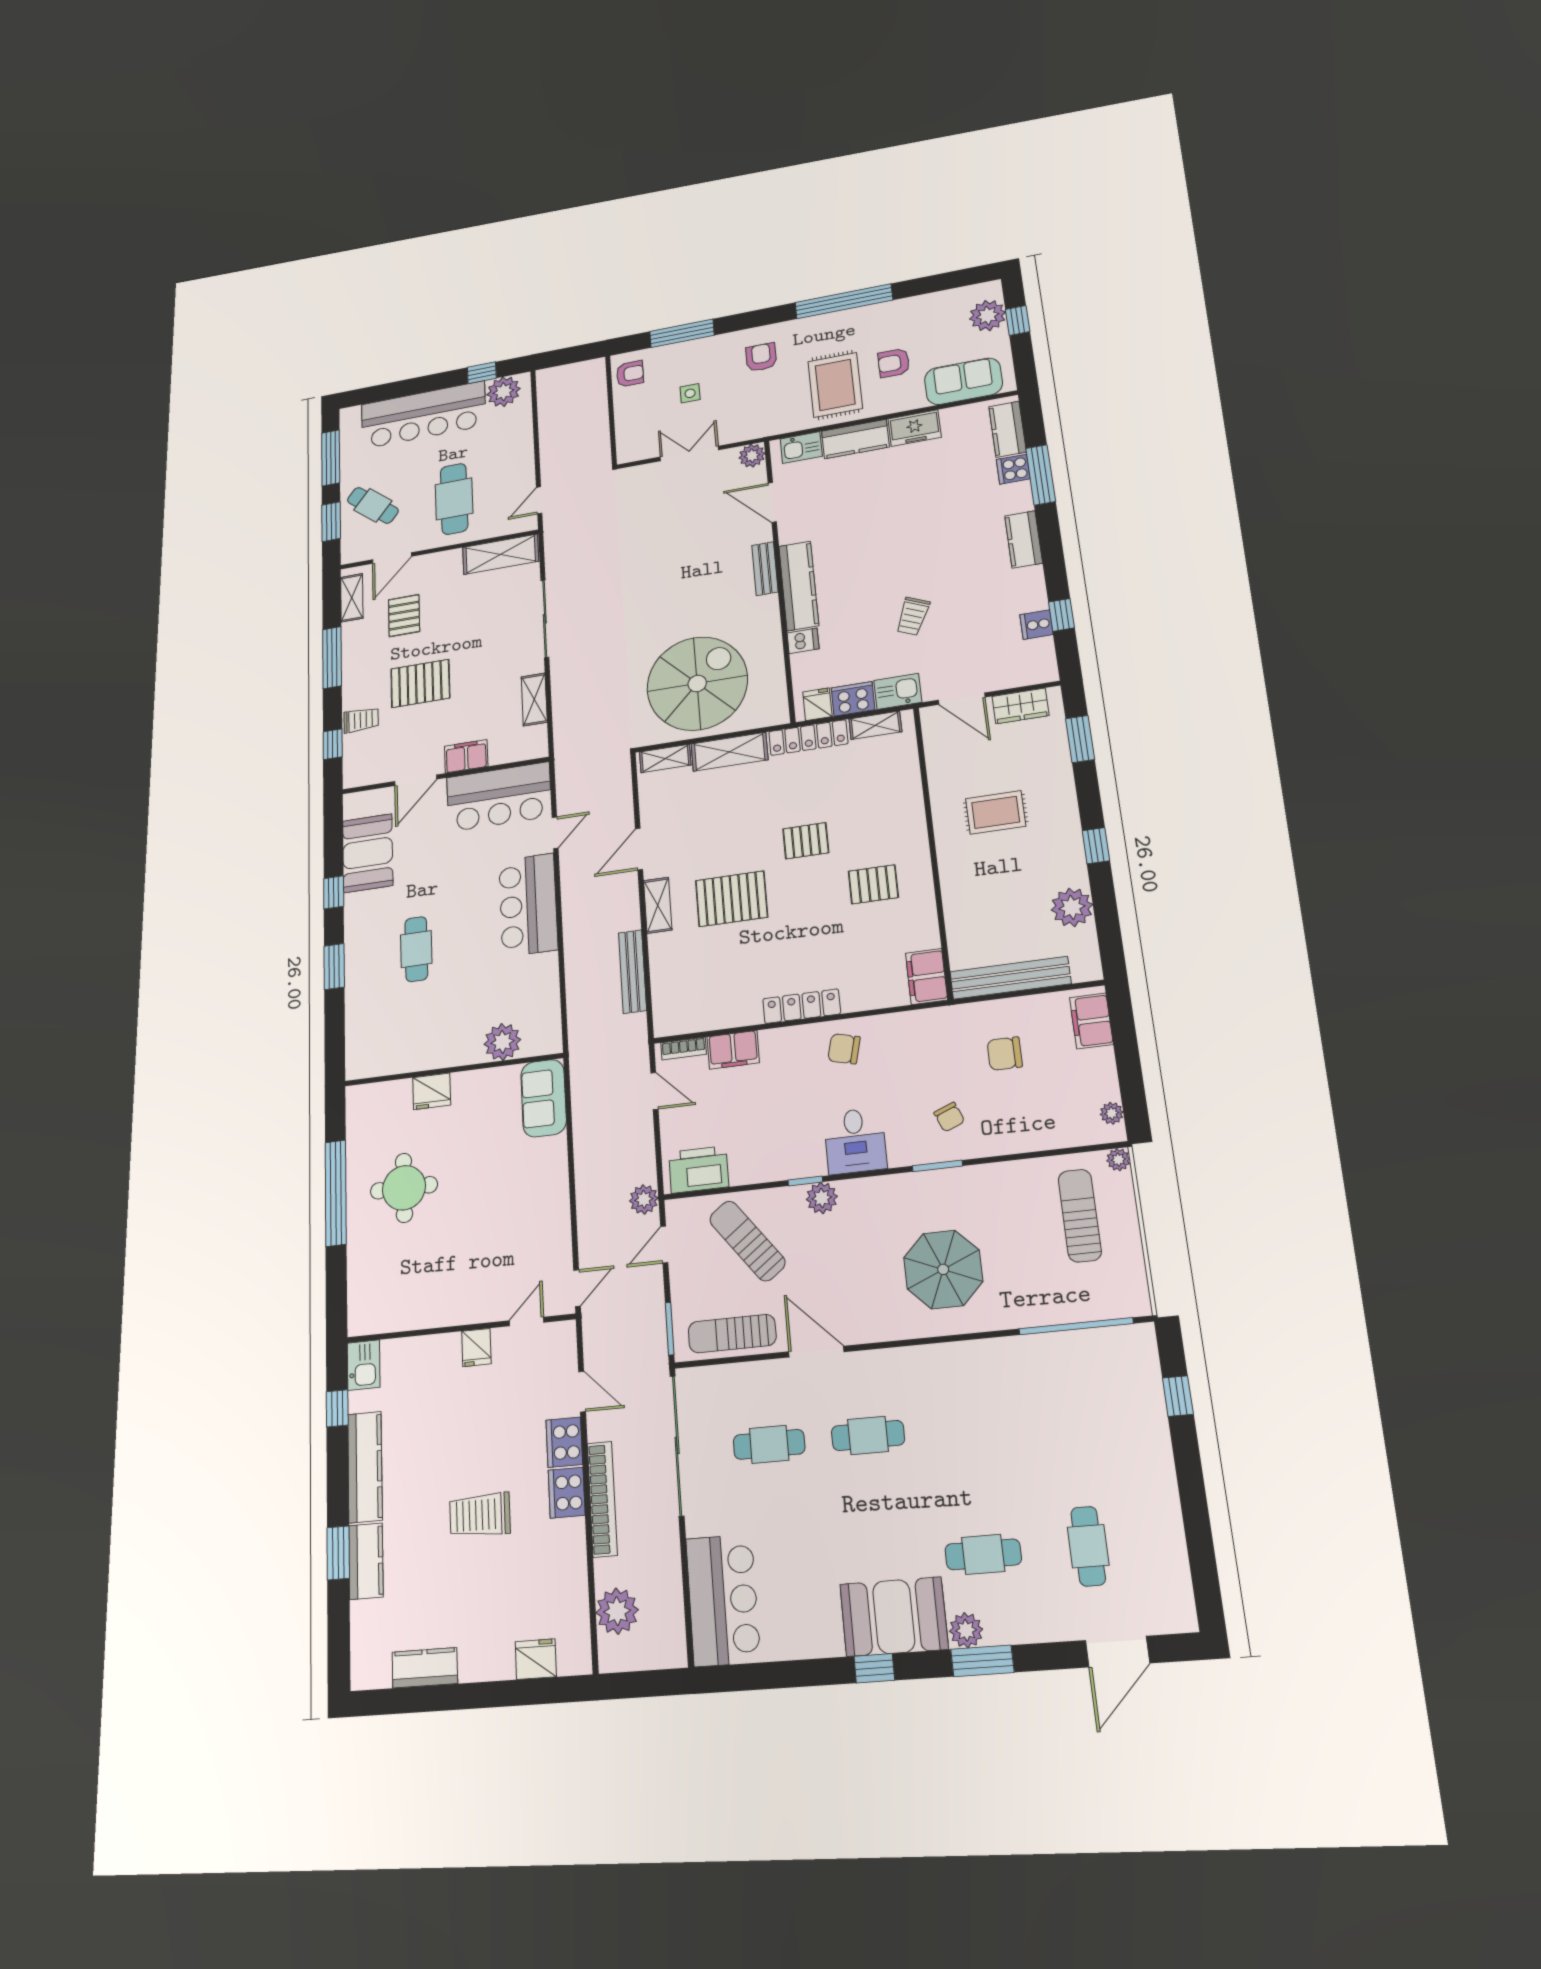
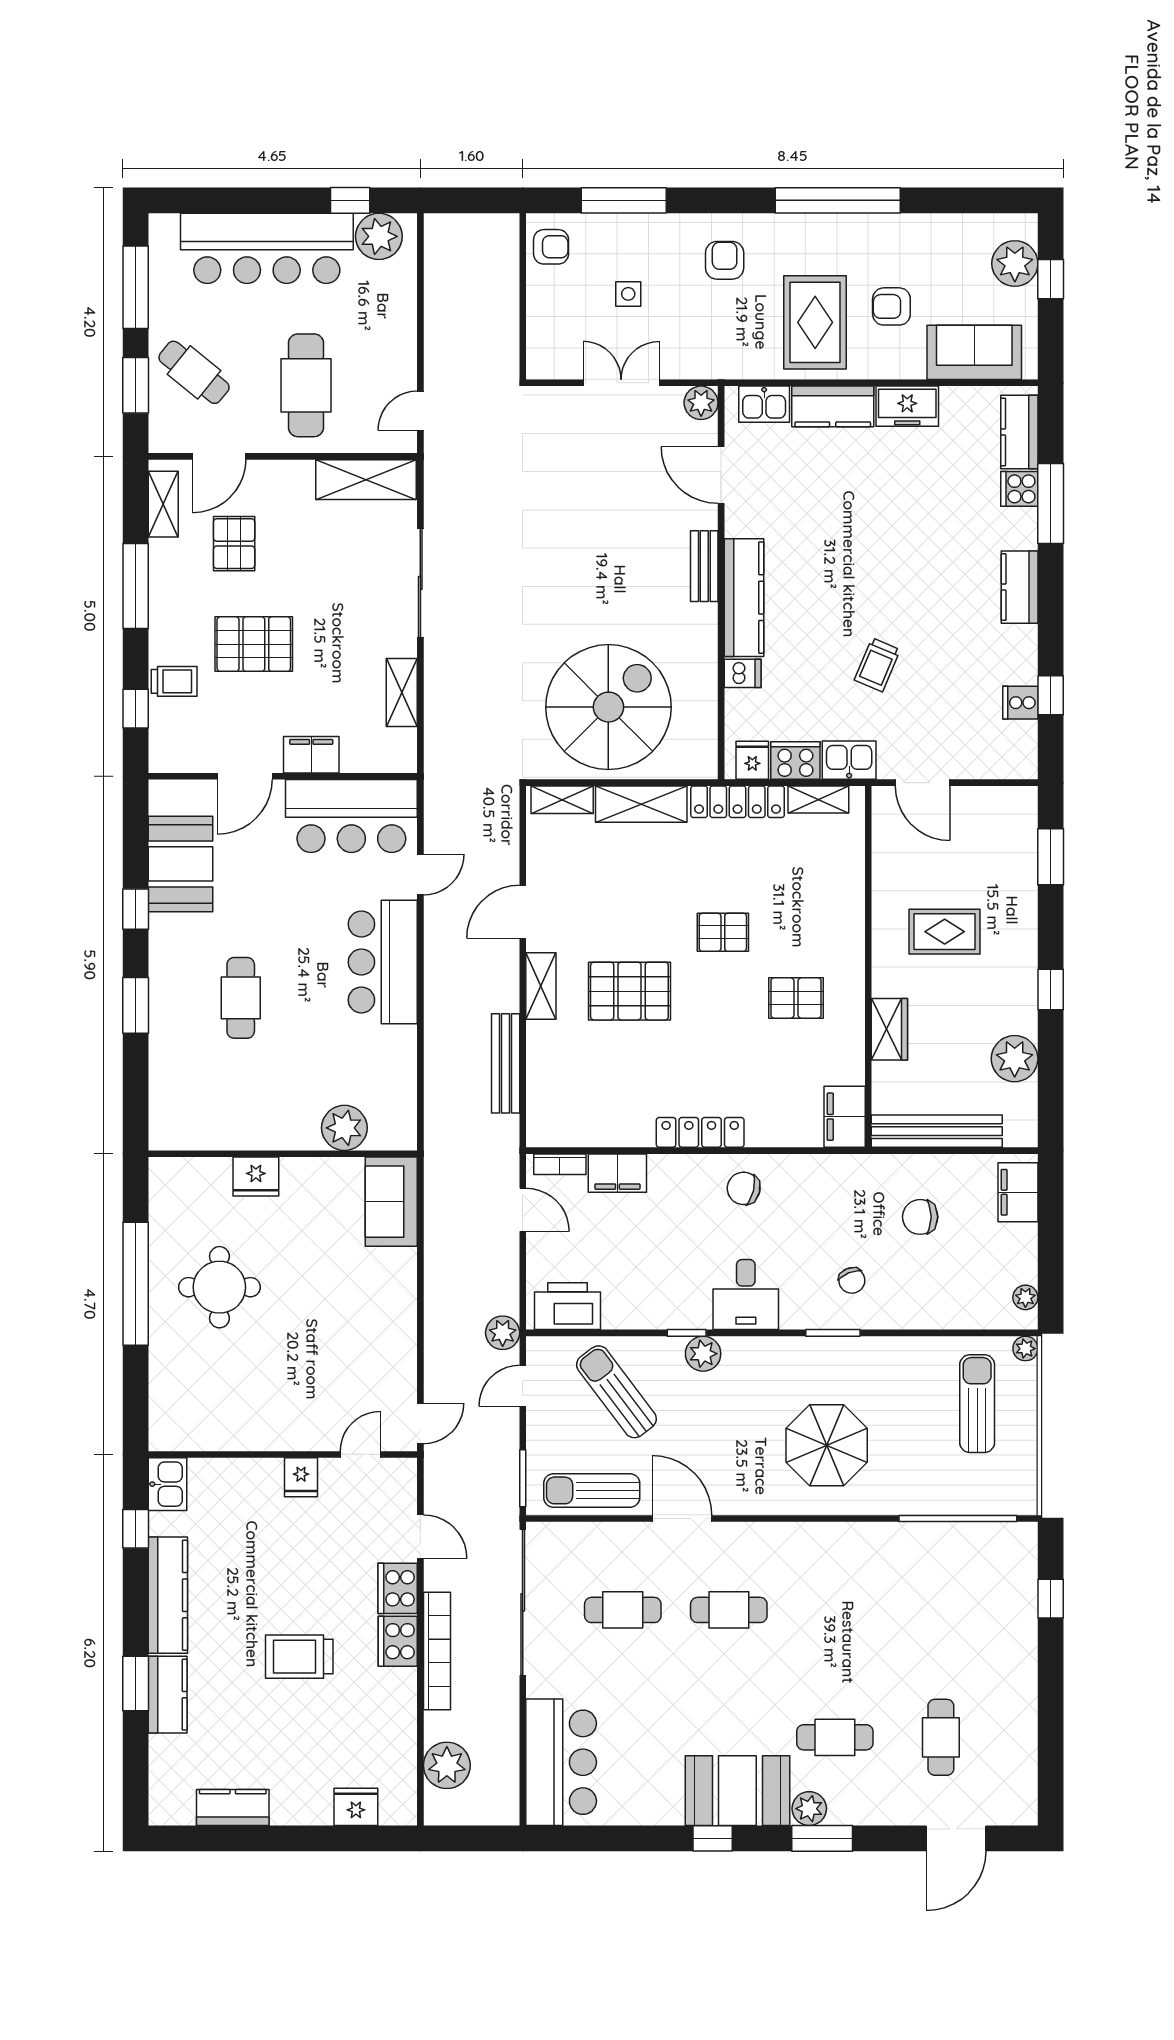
wardrobe: (1021, 706) -> (889, 1029), moved, turned -90

